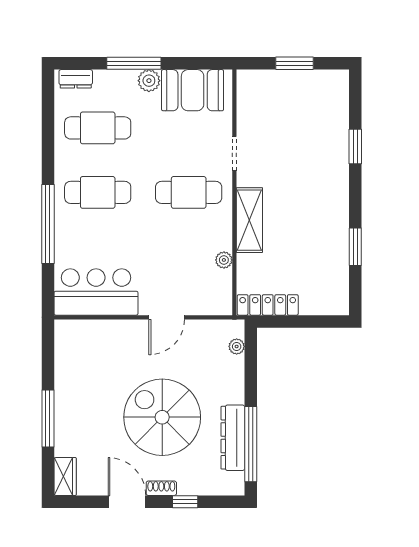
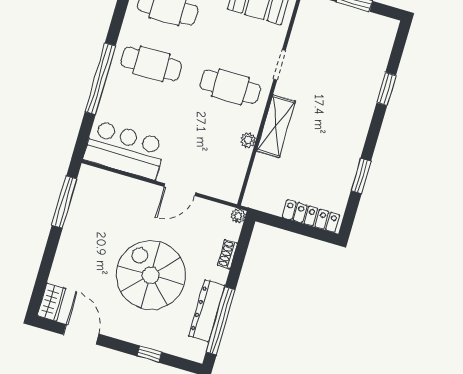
plant: (224, 260) -> (248, 140), moved
locker: (268, 305) -> (311, 216), moved
plant: (237, 346) -> (238, 216), moved
window: (48, 419) -> (64, 202), moved
shoe rack: (161, 488) -> (227, 254), moved, turned -90
door: (127, 502) -> (81, 334), moved

